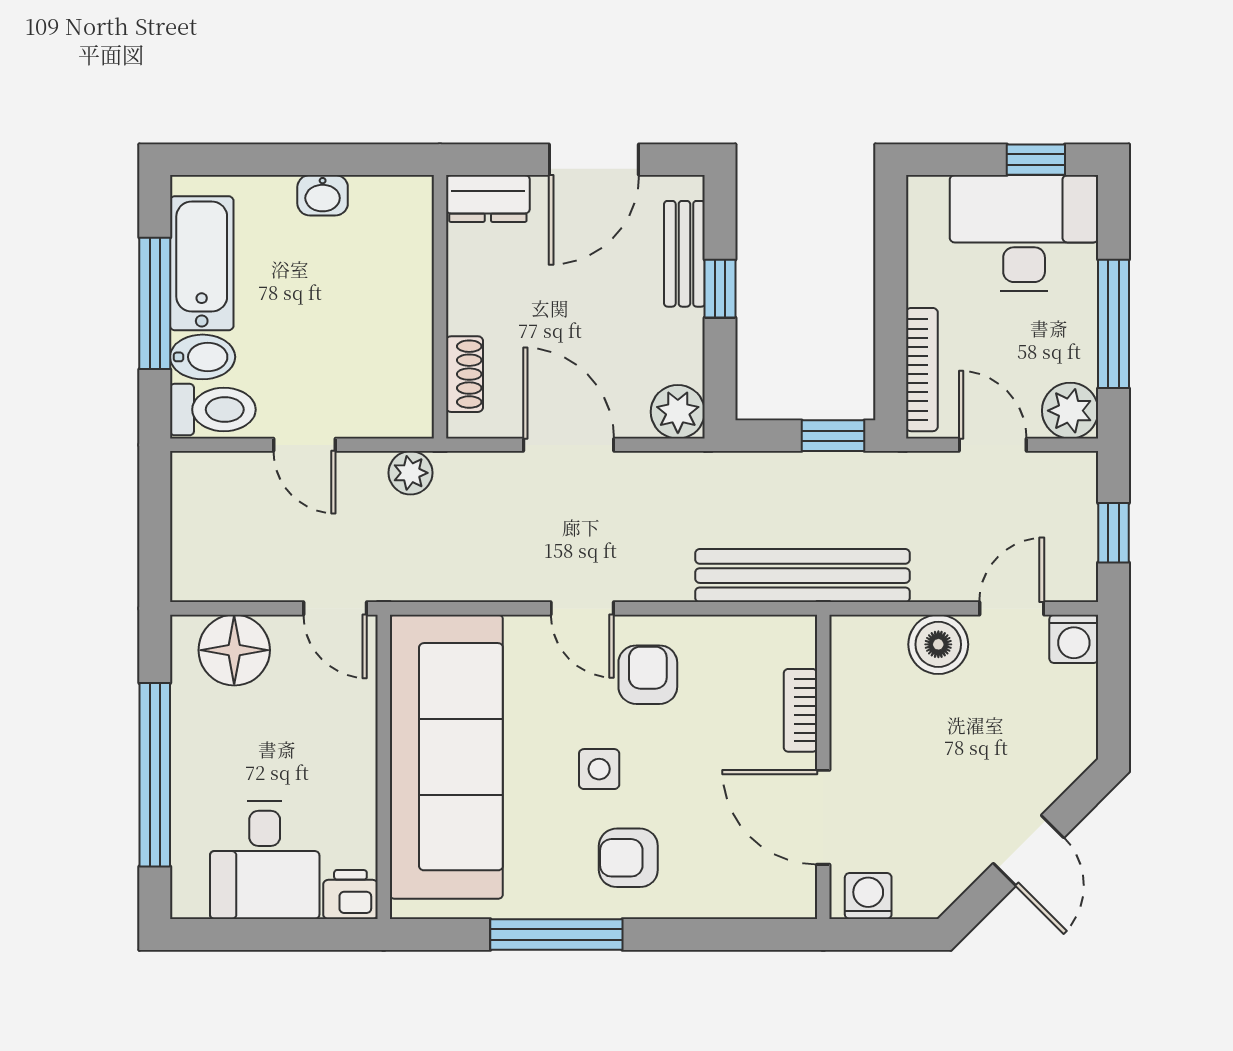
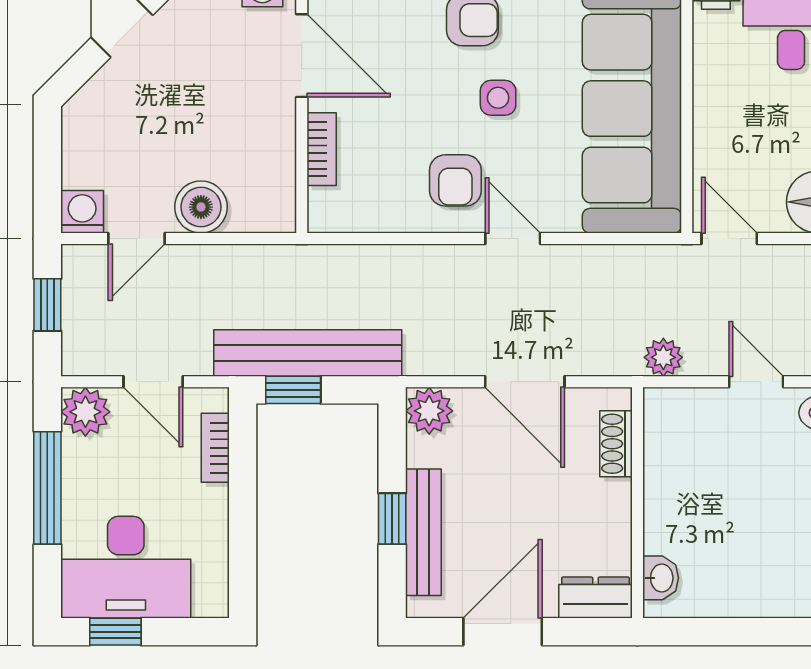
washbasin: (323, 195) -> (661, 578), moved, turned 90
bench: (684, 254) -> (423, 532), width x1.36
bookcase: (922, 370) -> (215, 448), width x0.64
bench: (803, 576) -> (308, 353), moved

